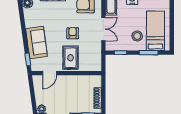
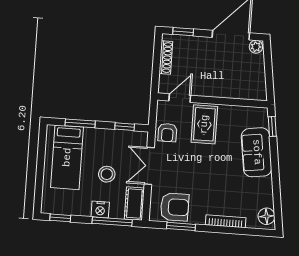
armchair: (73, 33) -> (167, 133), moved
stool: (137, 36) -> (107, 174), moved
door: (50, 73) -> (180, 98), moved

